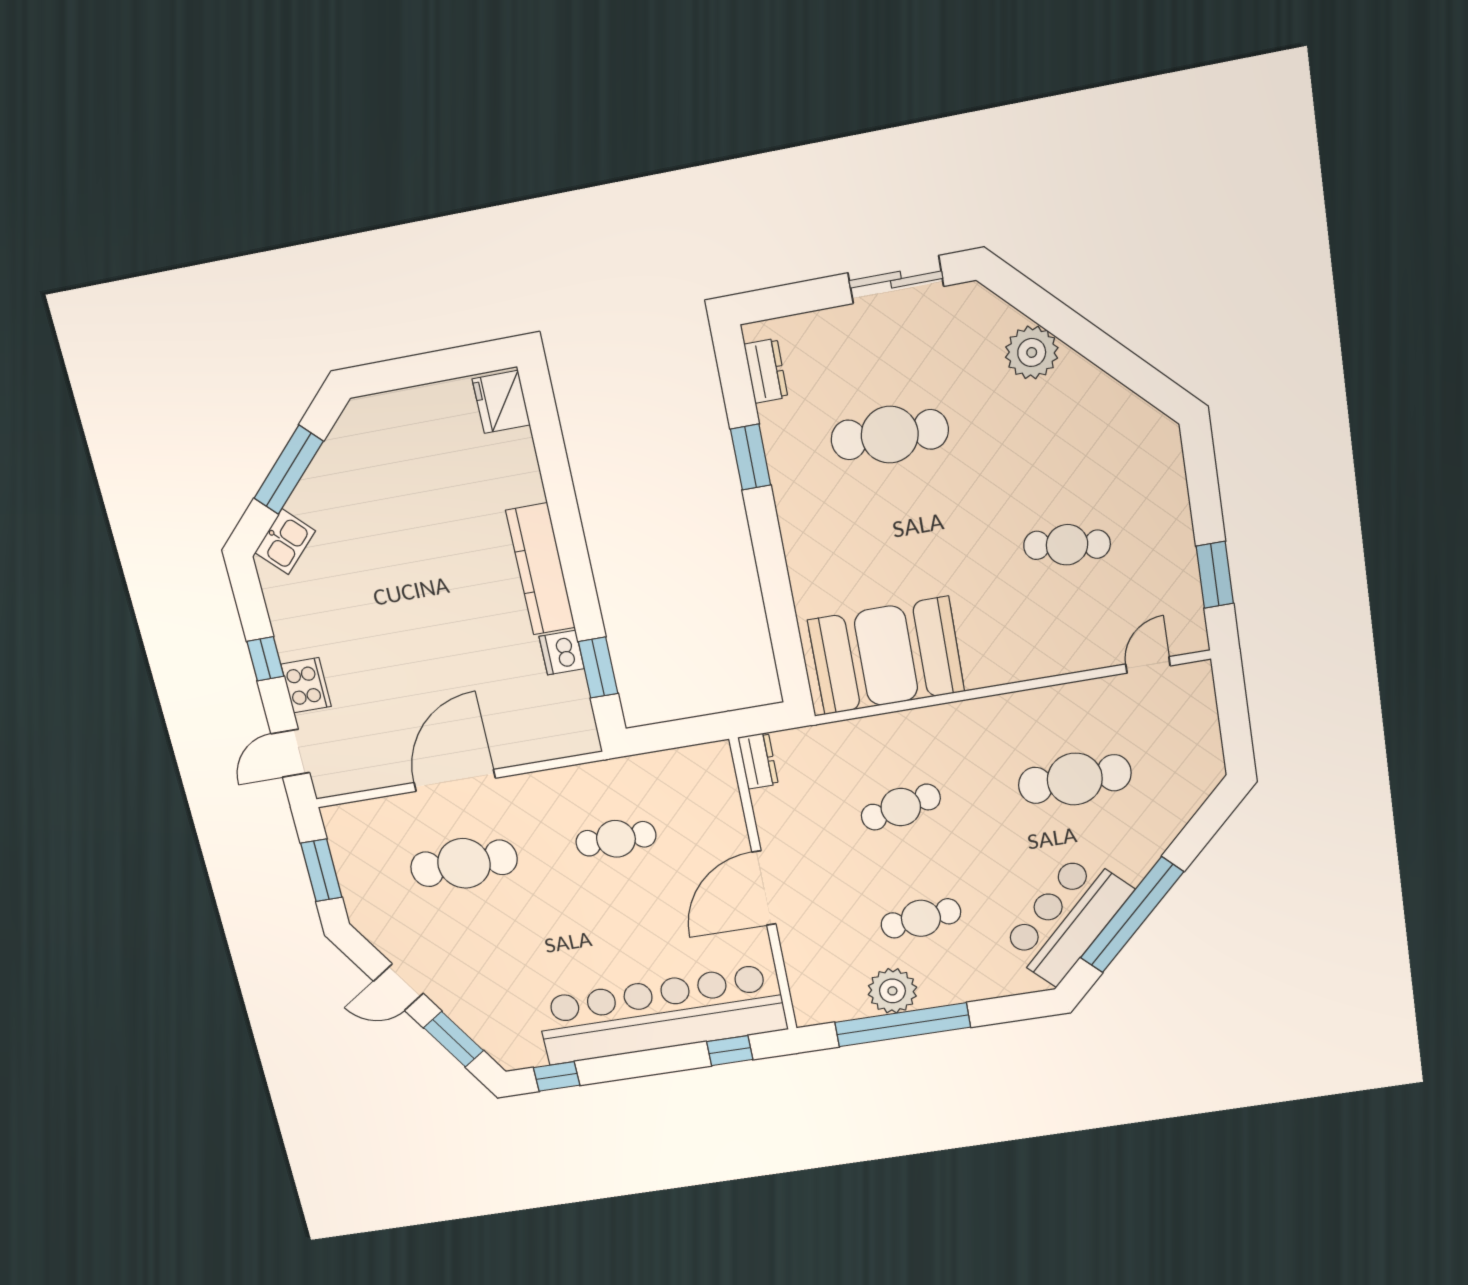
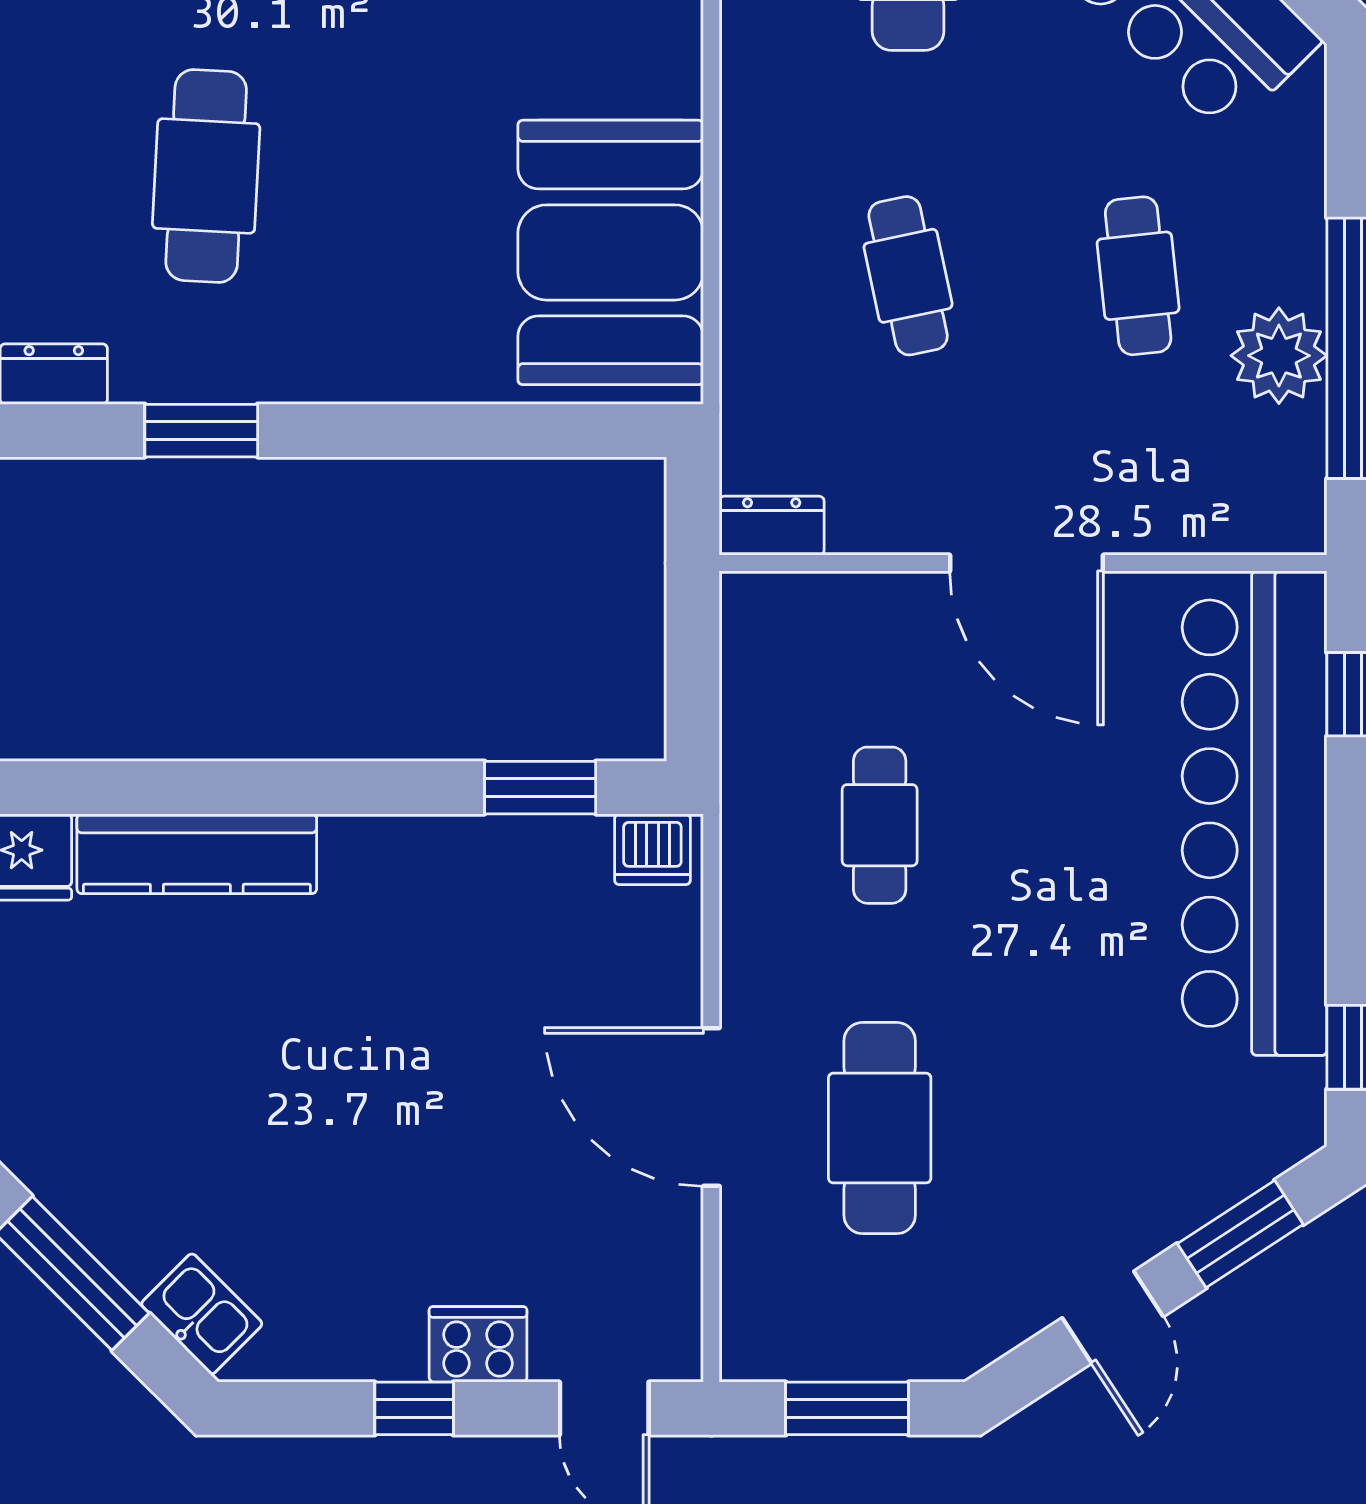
kitchen counter: (541, 569) -> (197, 854), moved
dishwasher: (562, 653) -> (652, 849), moved

